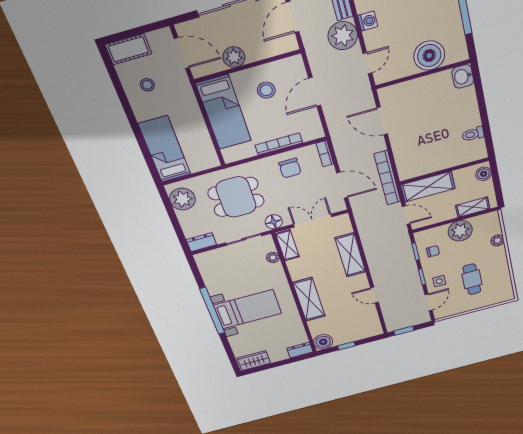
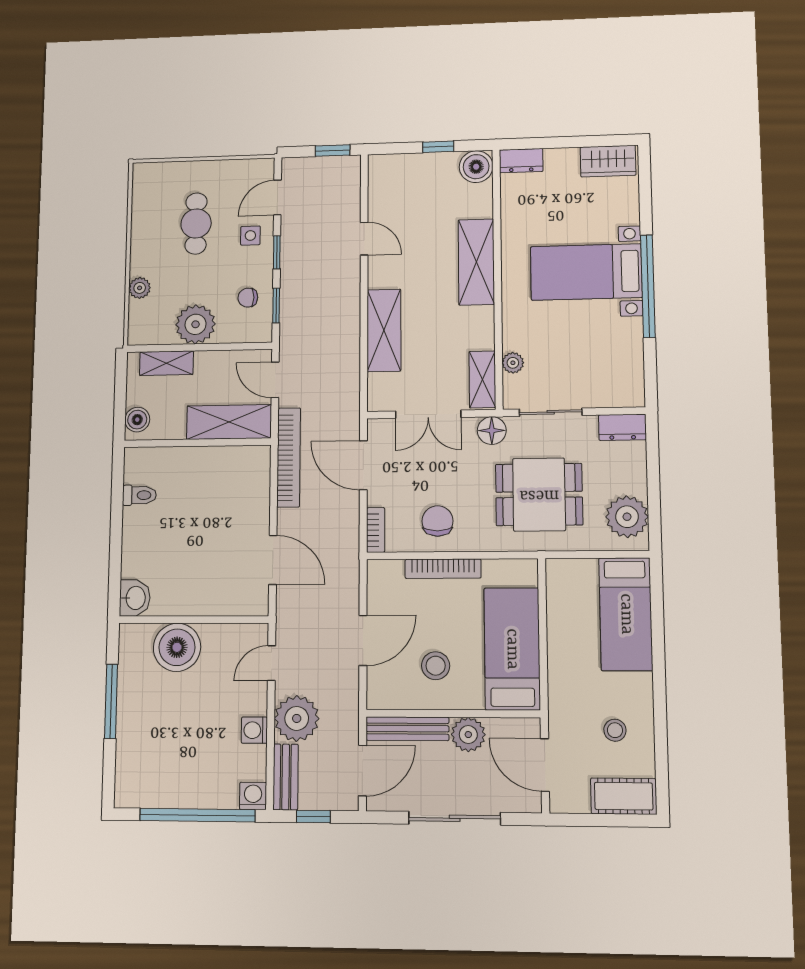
bench: (272, 50) -> (407, 729), added

